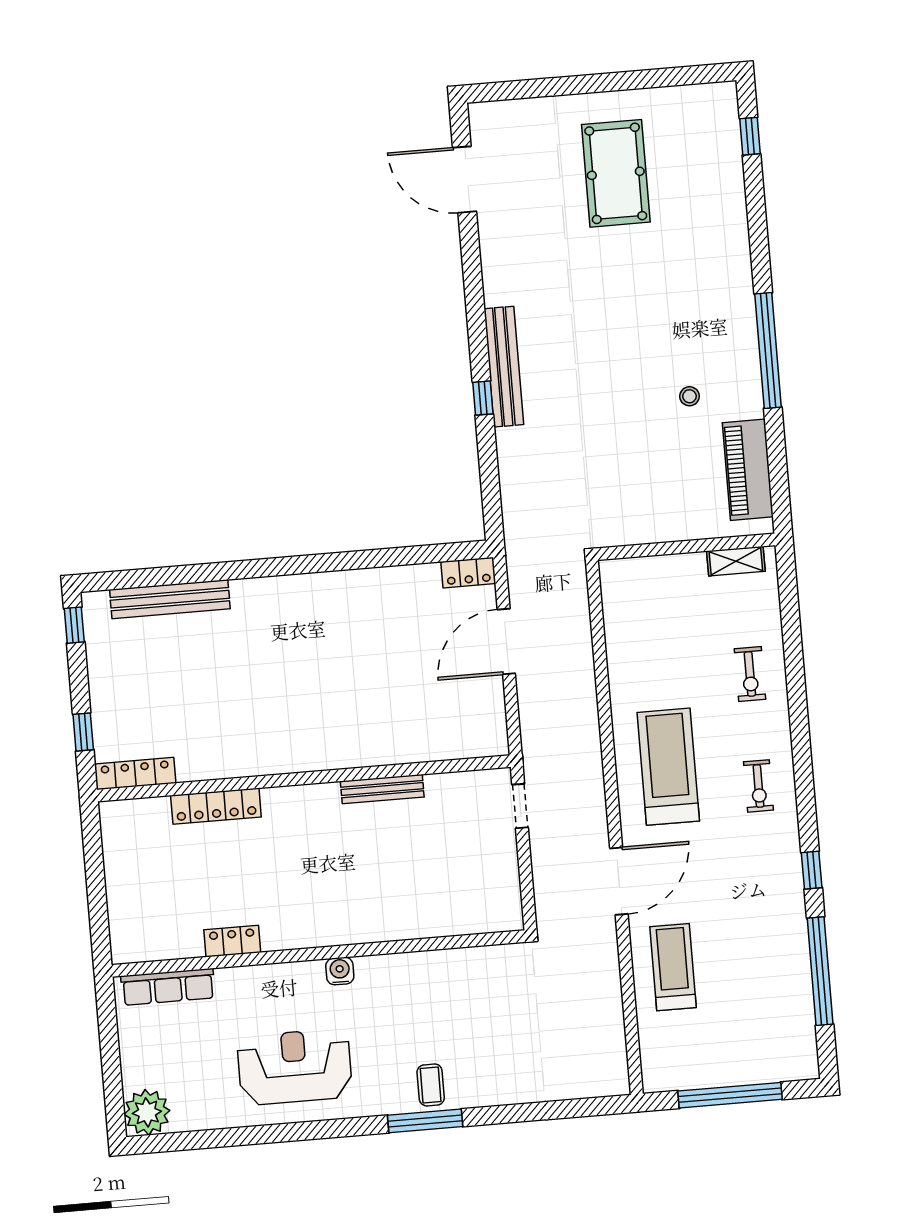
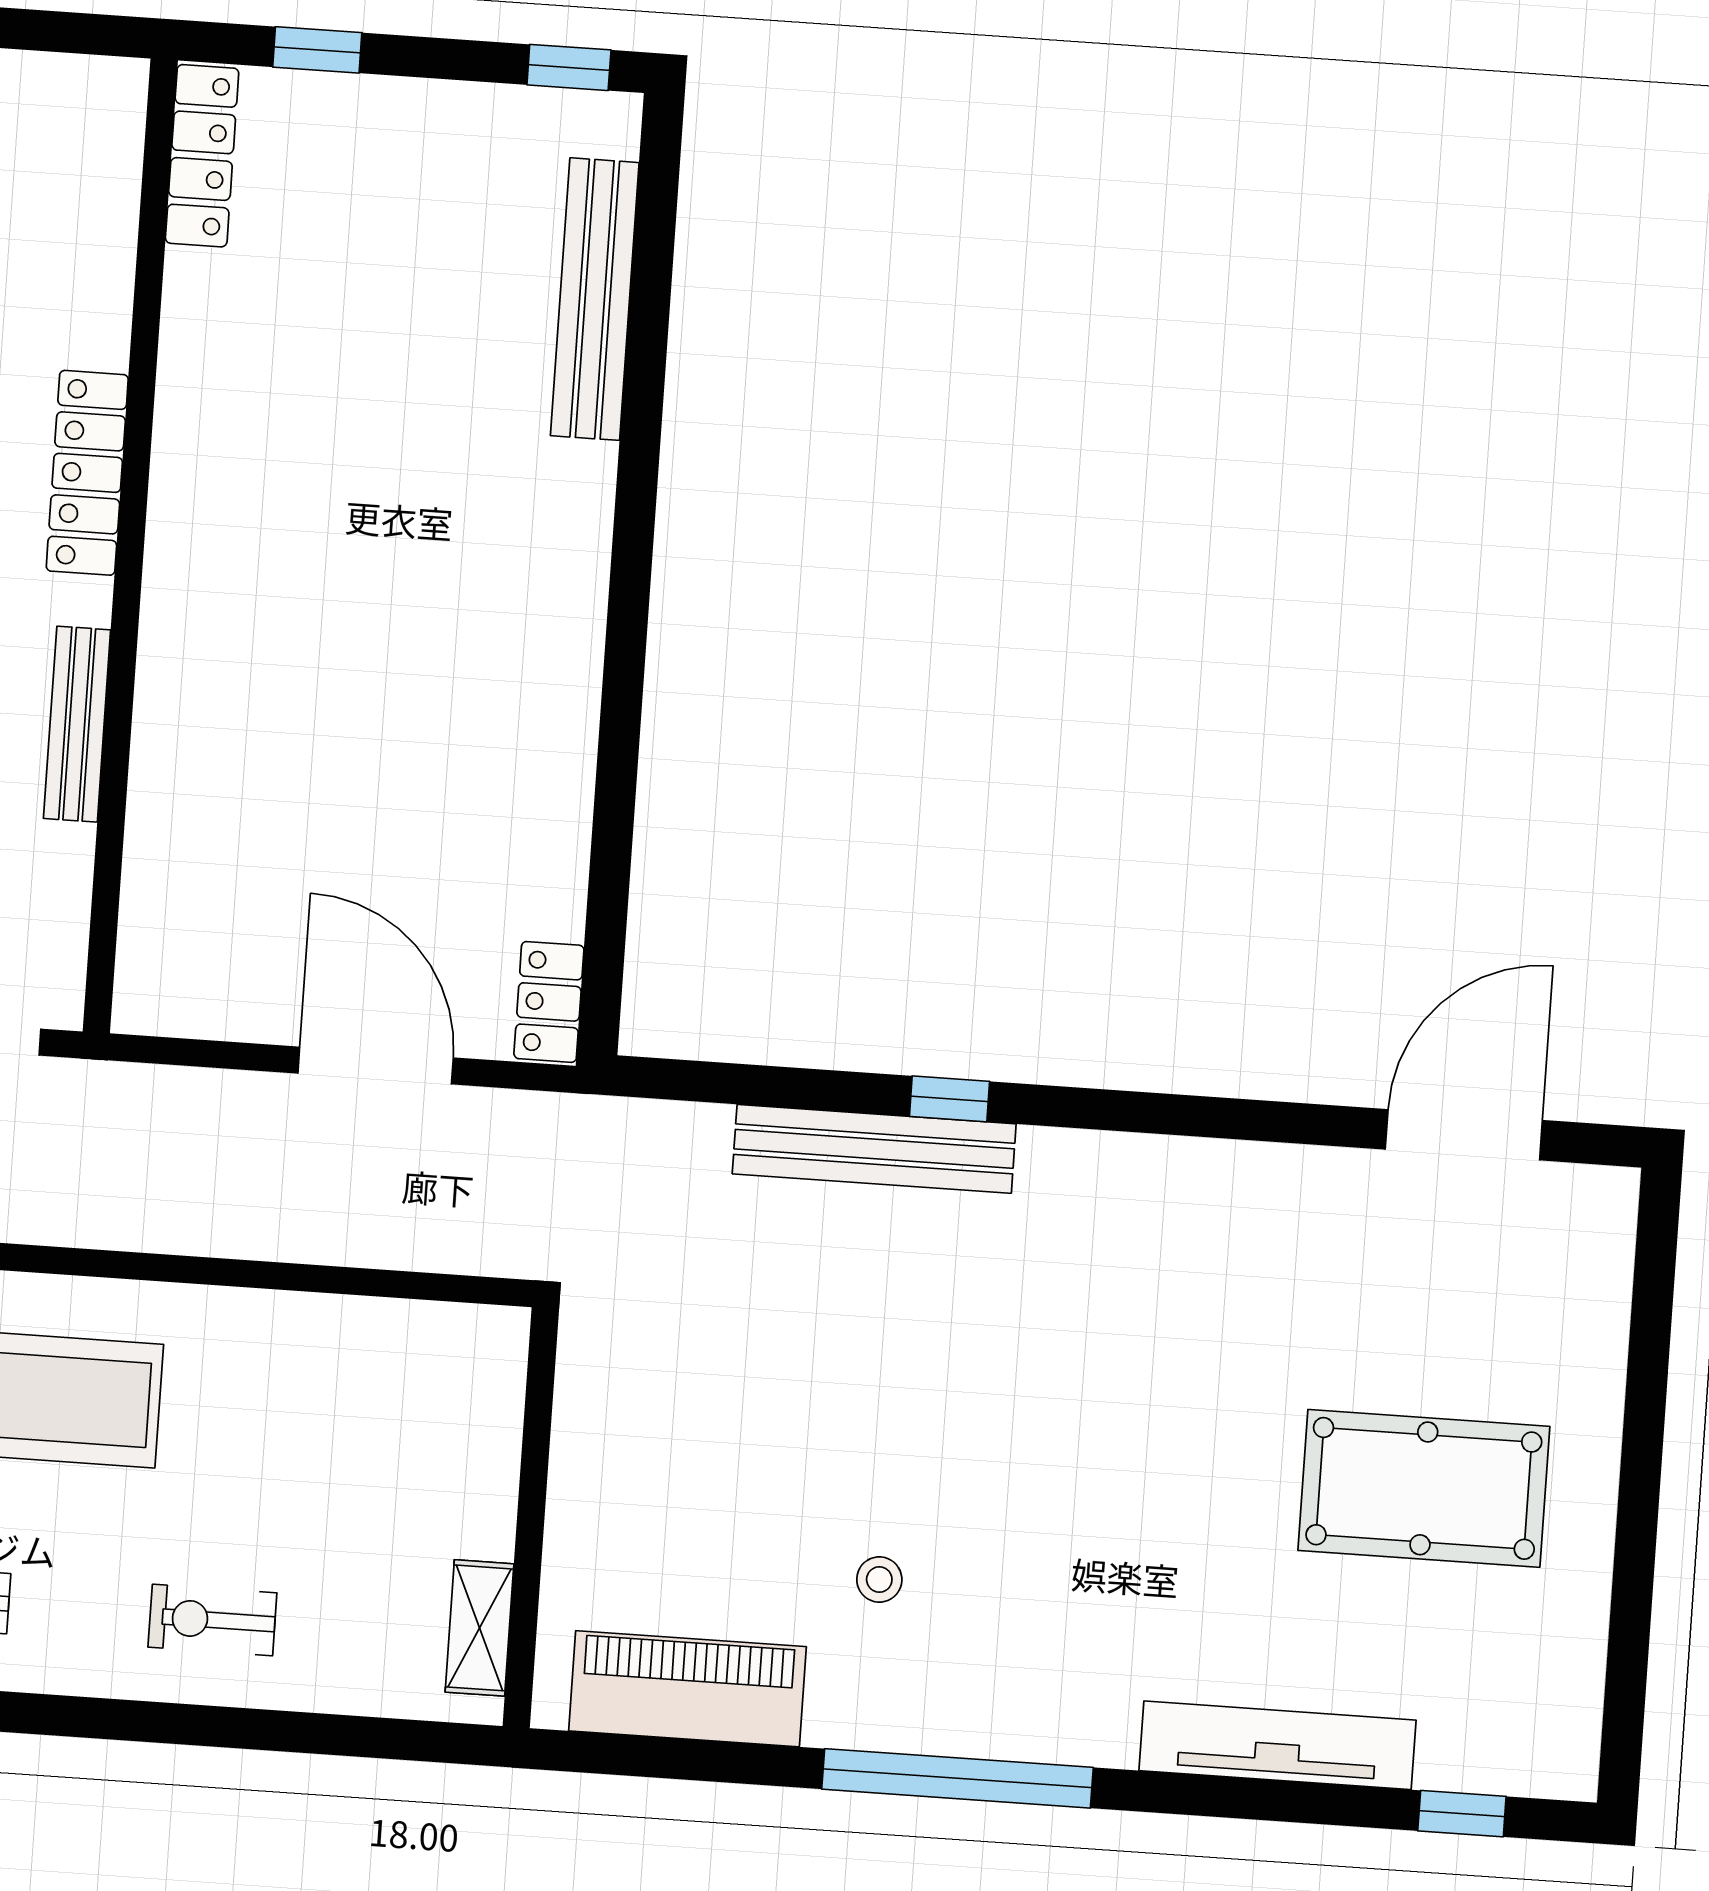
tv unit: (733, 218) -> (1277, 1745), added
bench: (504, 367) -> (874, 1149), moved
locker: (216, 806) -> (87, 473), moved

